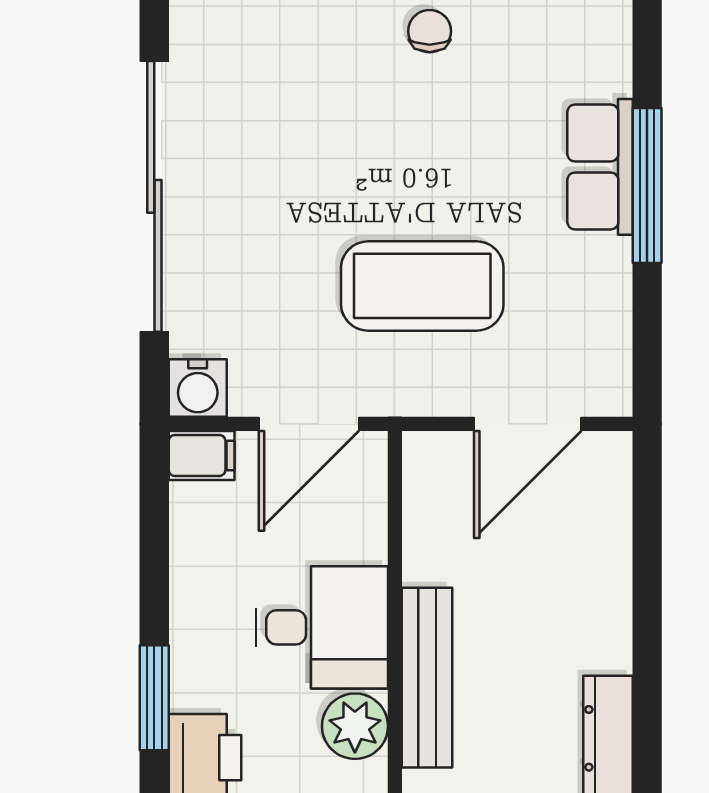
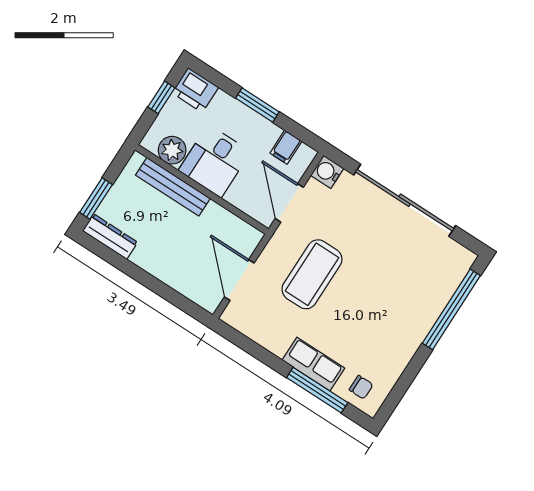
chair: (430, 31) -> (361, 387), moved
window: (647, 186) -> (317, 390), moved
filing cabinet: (202, 455) -> (286, 147), moved
window: (154, 698) -> (257, 105), moved

